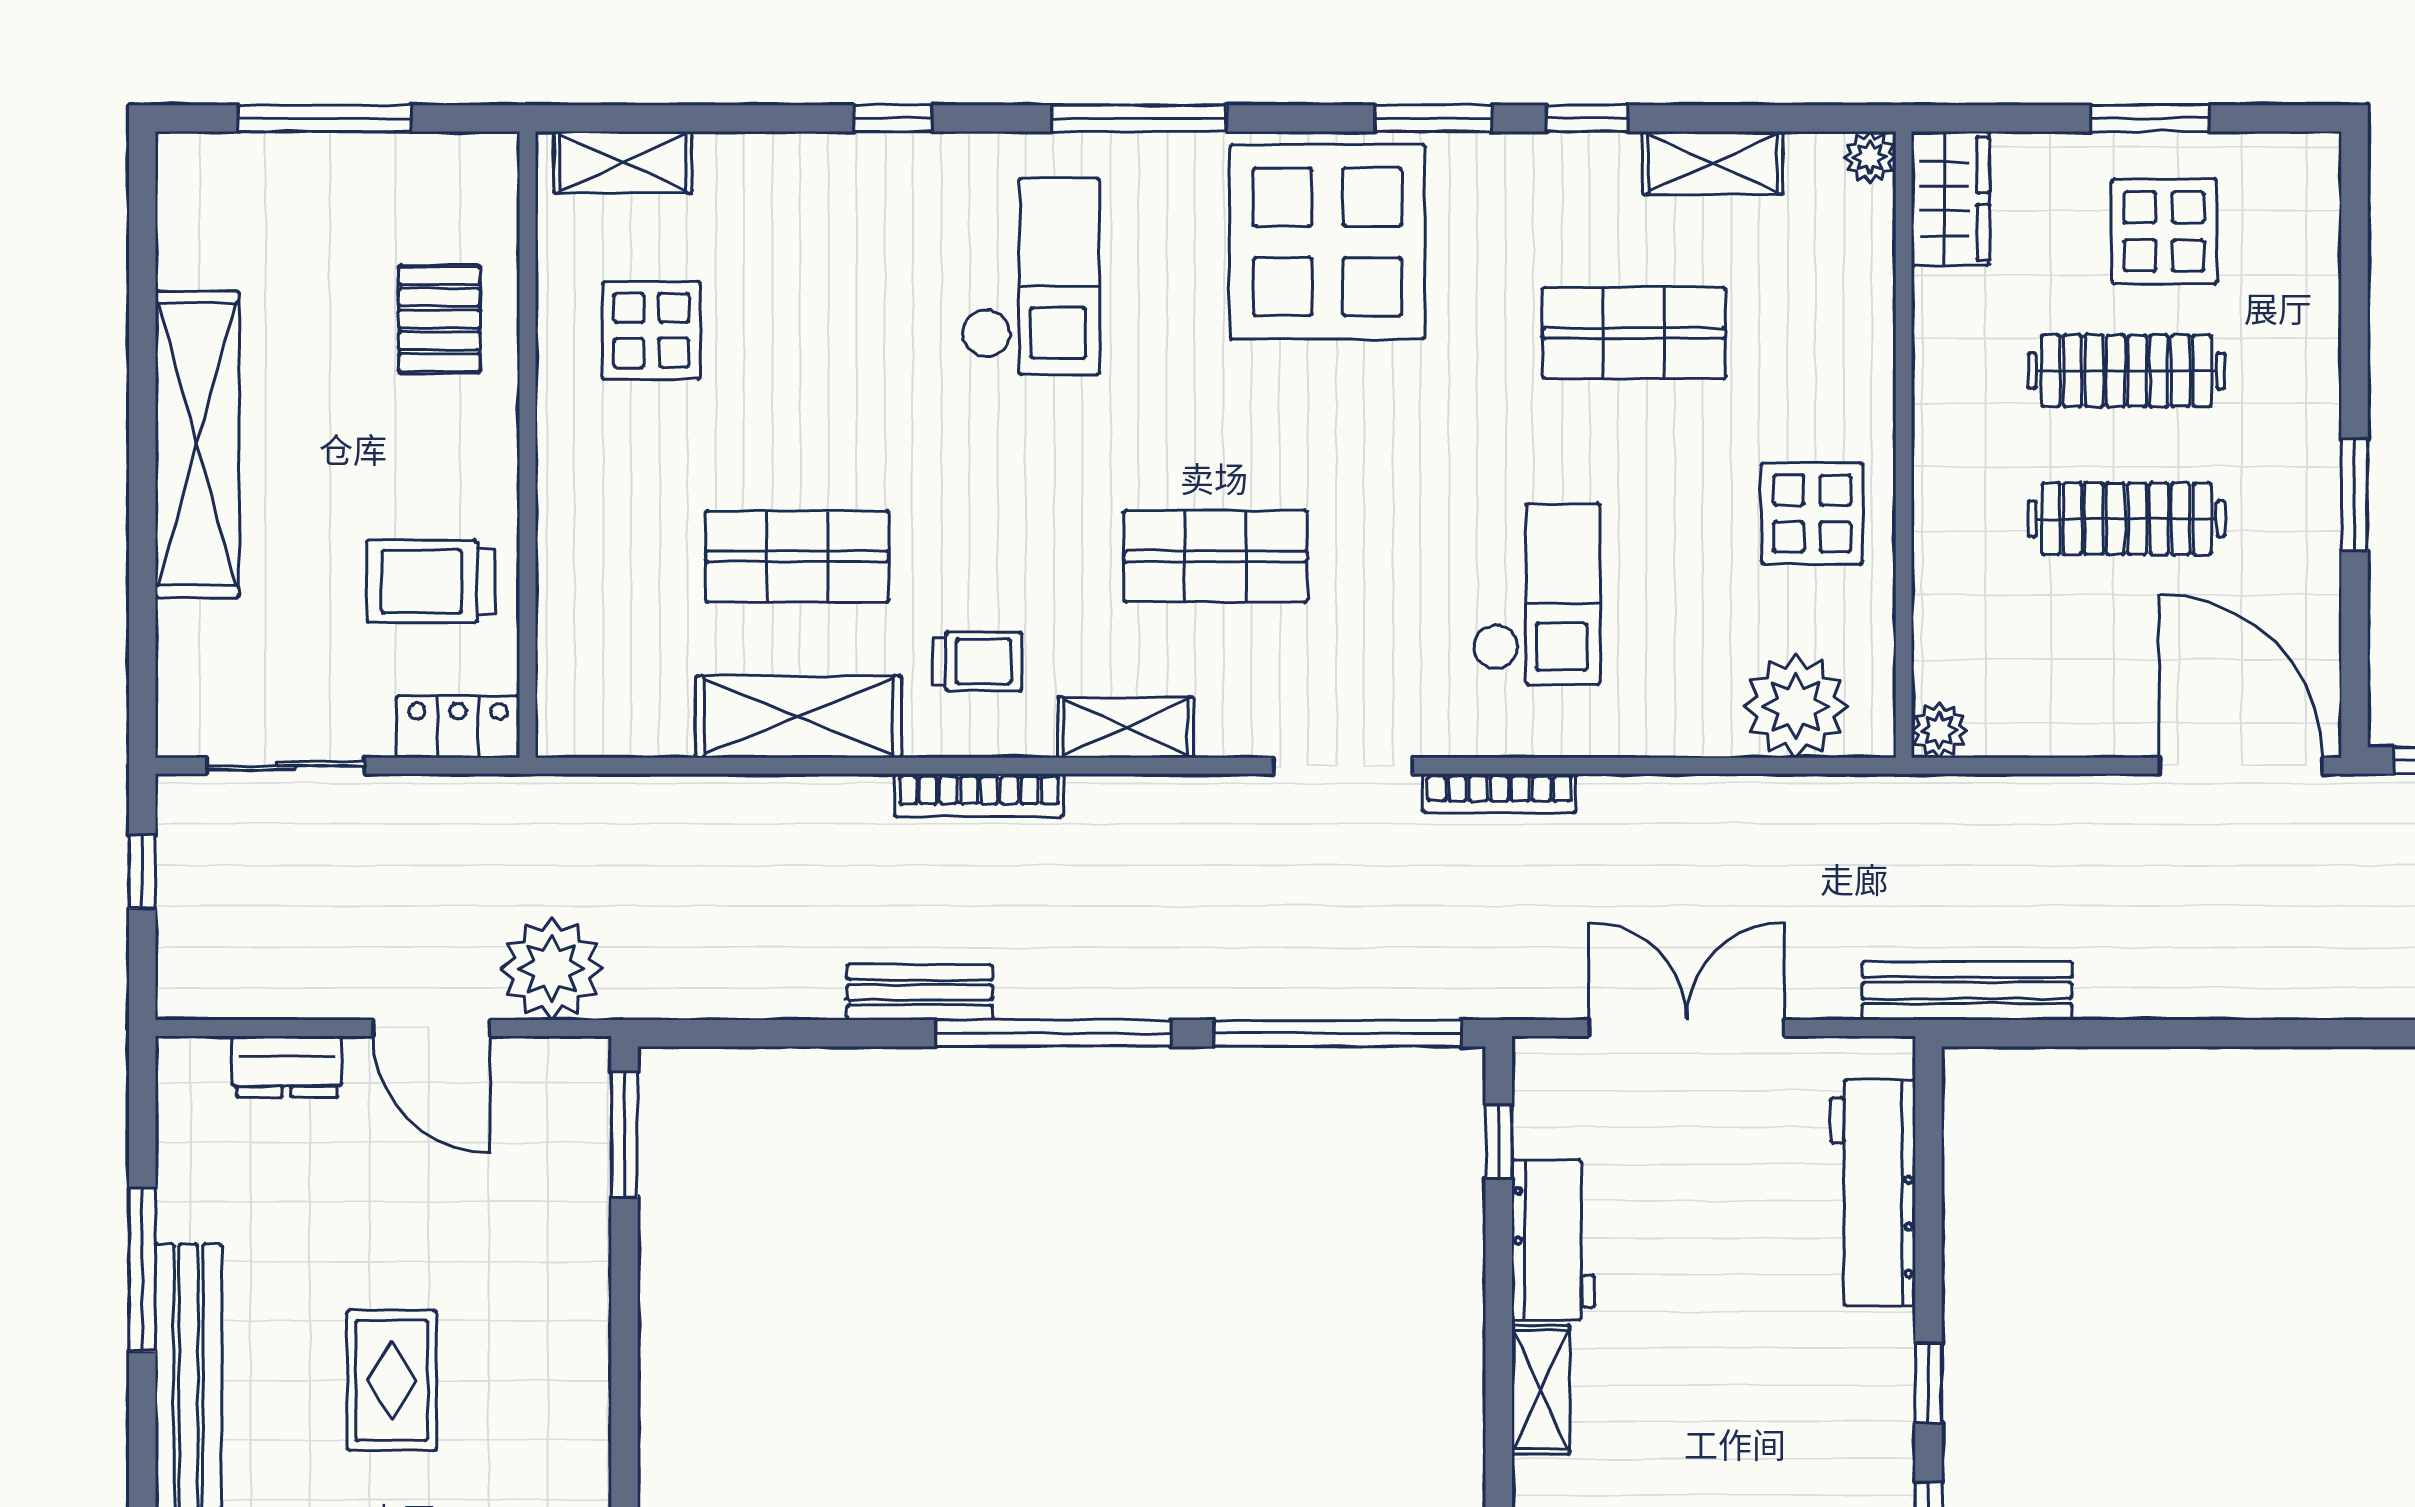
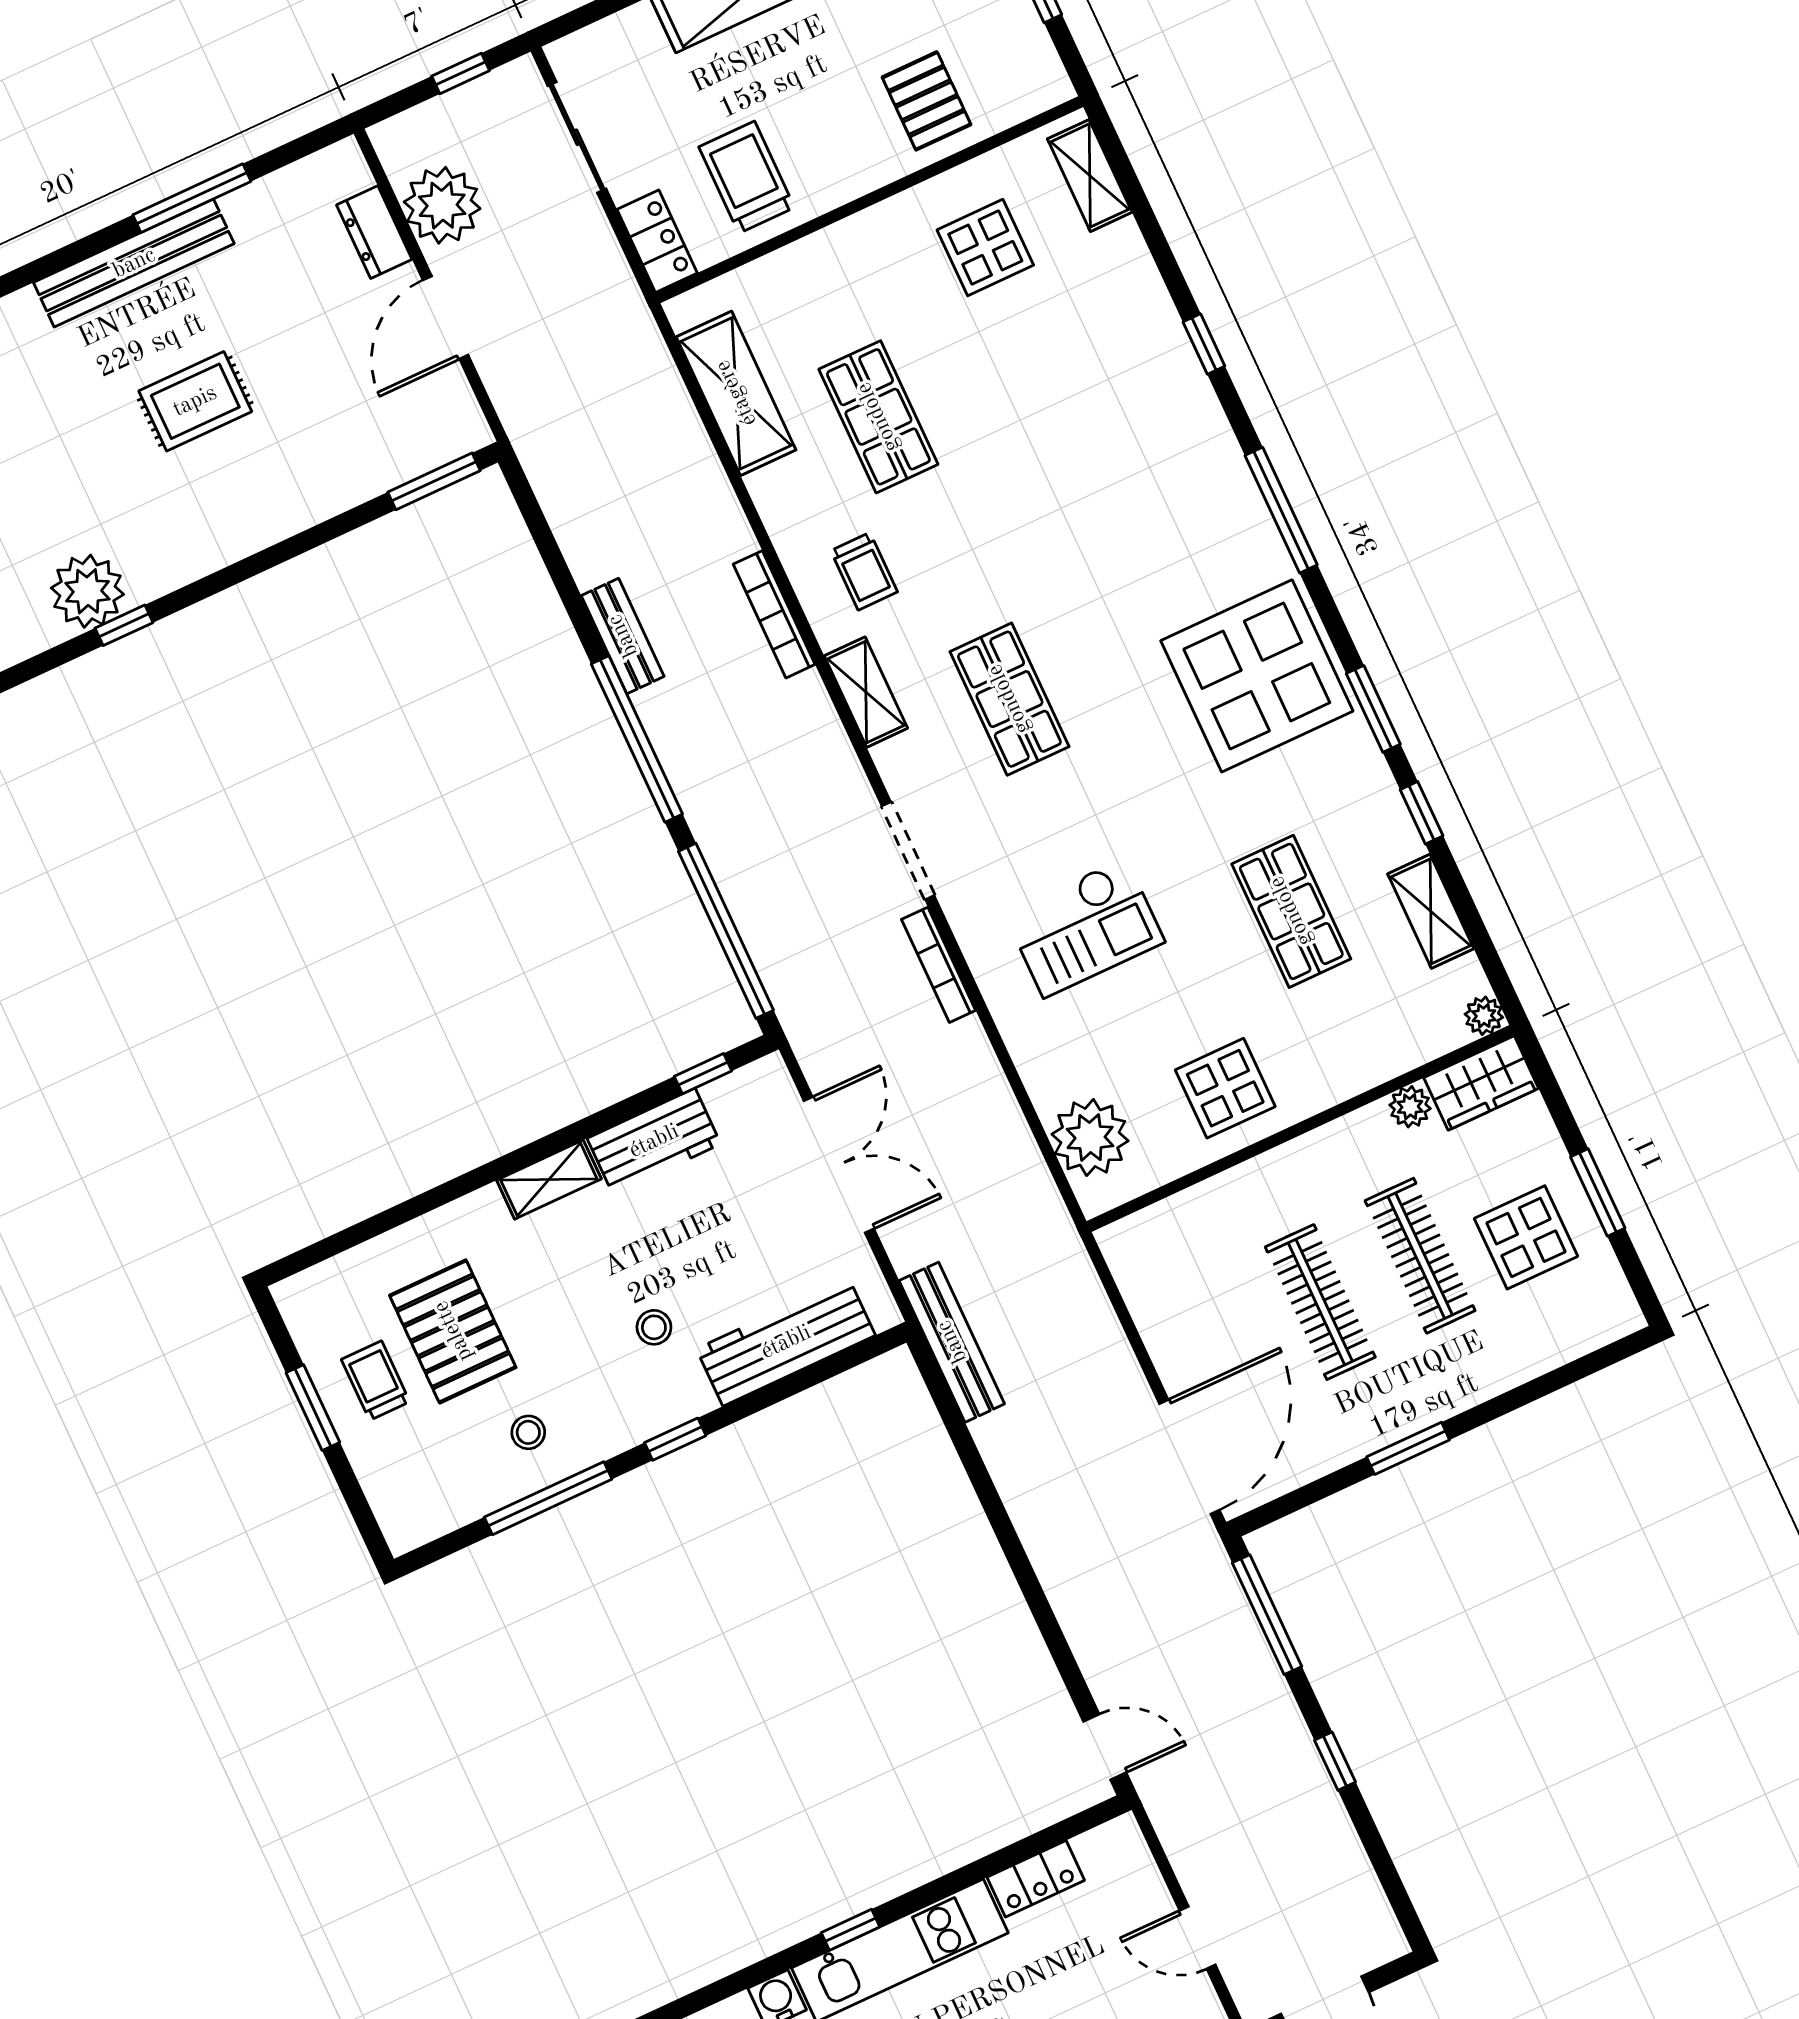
checkout: (1030, 276) -> (1141, 486), removed
pallet: (439, 319) -> (926, 101), turned 90
shelving: (798, 717) -> (736, 393), moved
plant: (1939, 730) -> (1410, 1107), moved
plant: (552, 969) -> (442, 205), moved
stool: (1780, 1345) -> (654, 1327), added

